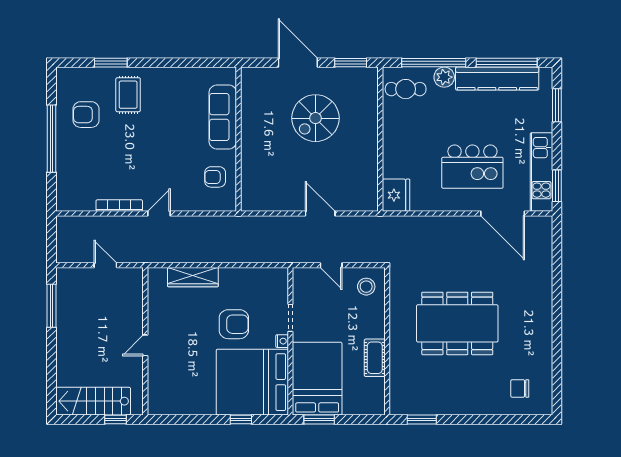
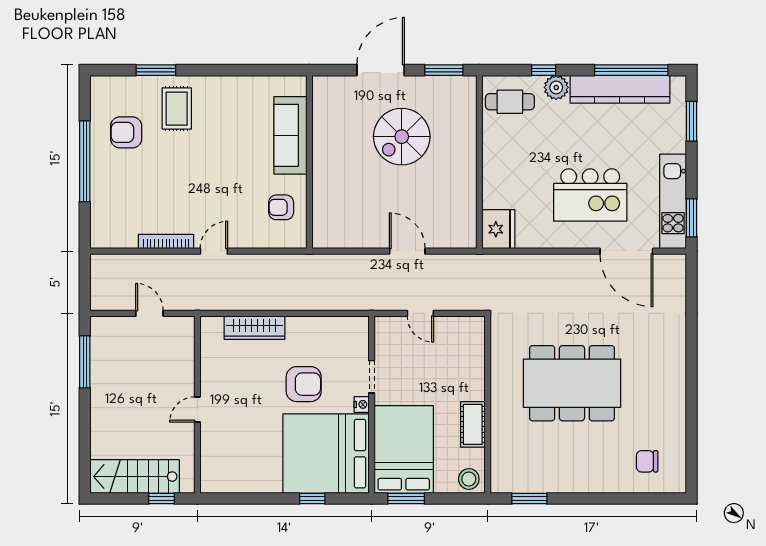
door: (298, 63) -> (381, 70), hinge flipped
window: (434, 63) -> (544, 70), width x0.32
stool: (366, 287) -> (469, 479), moved

